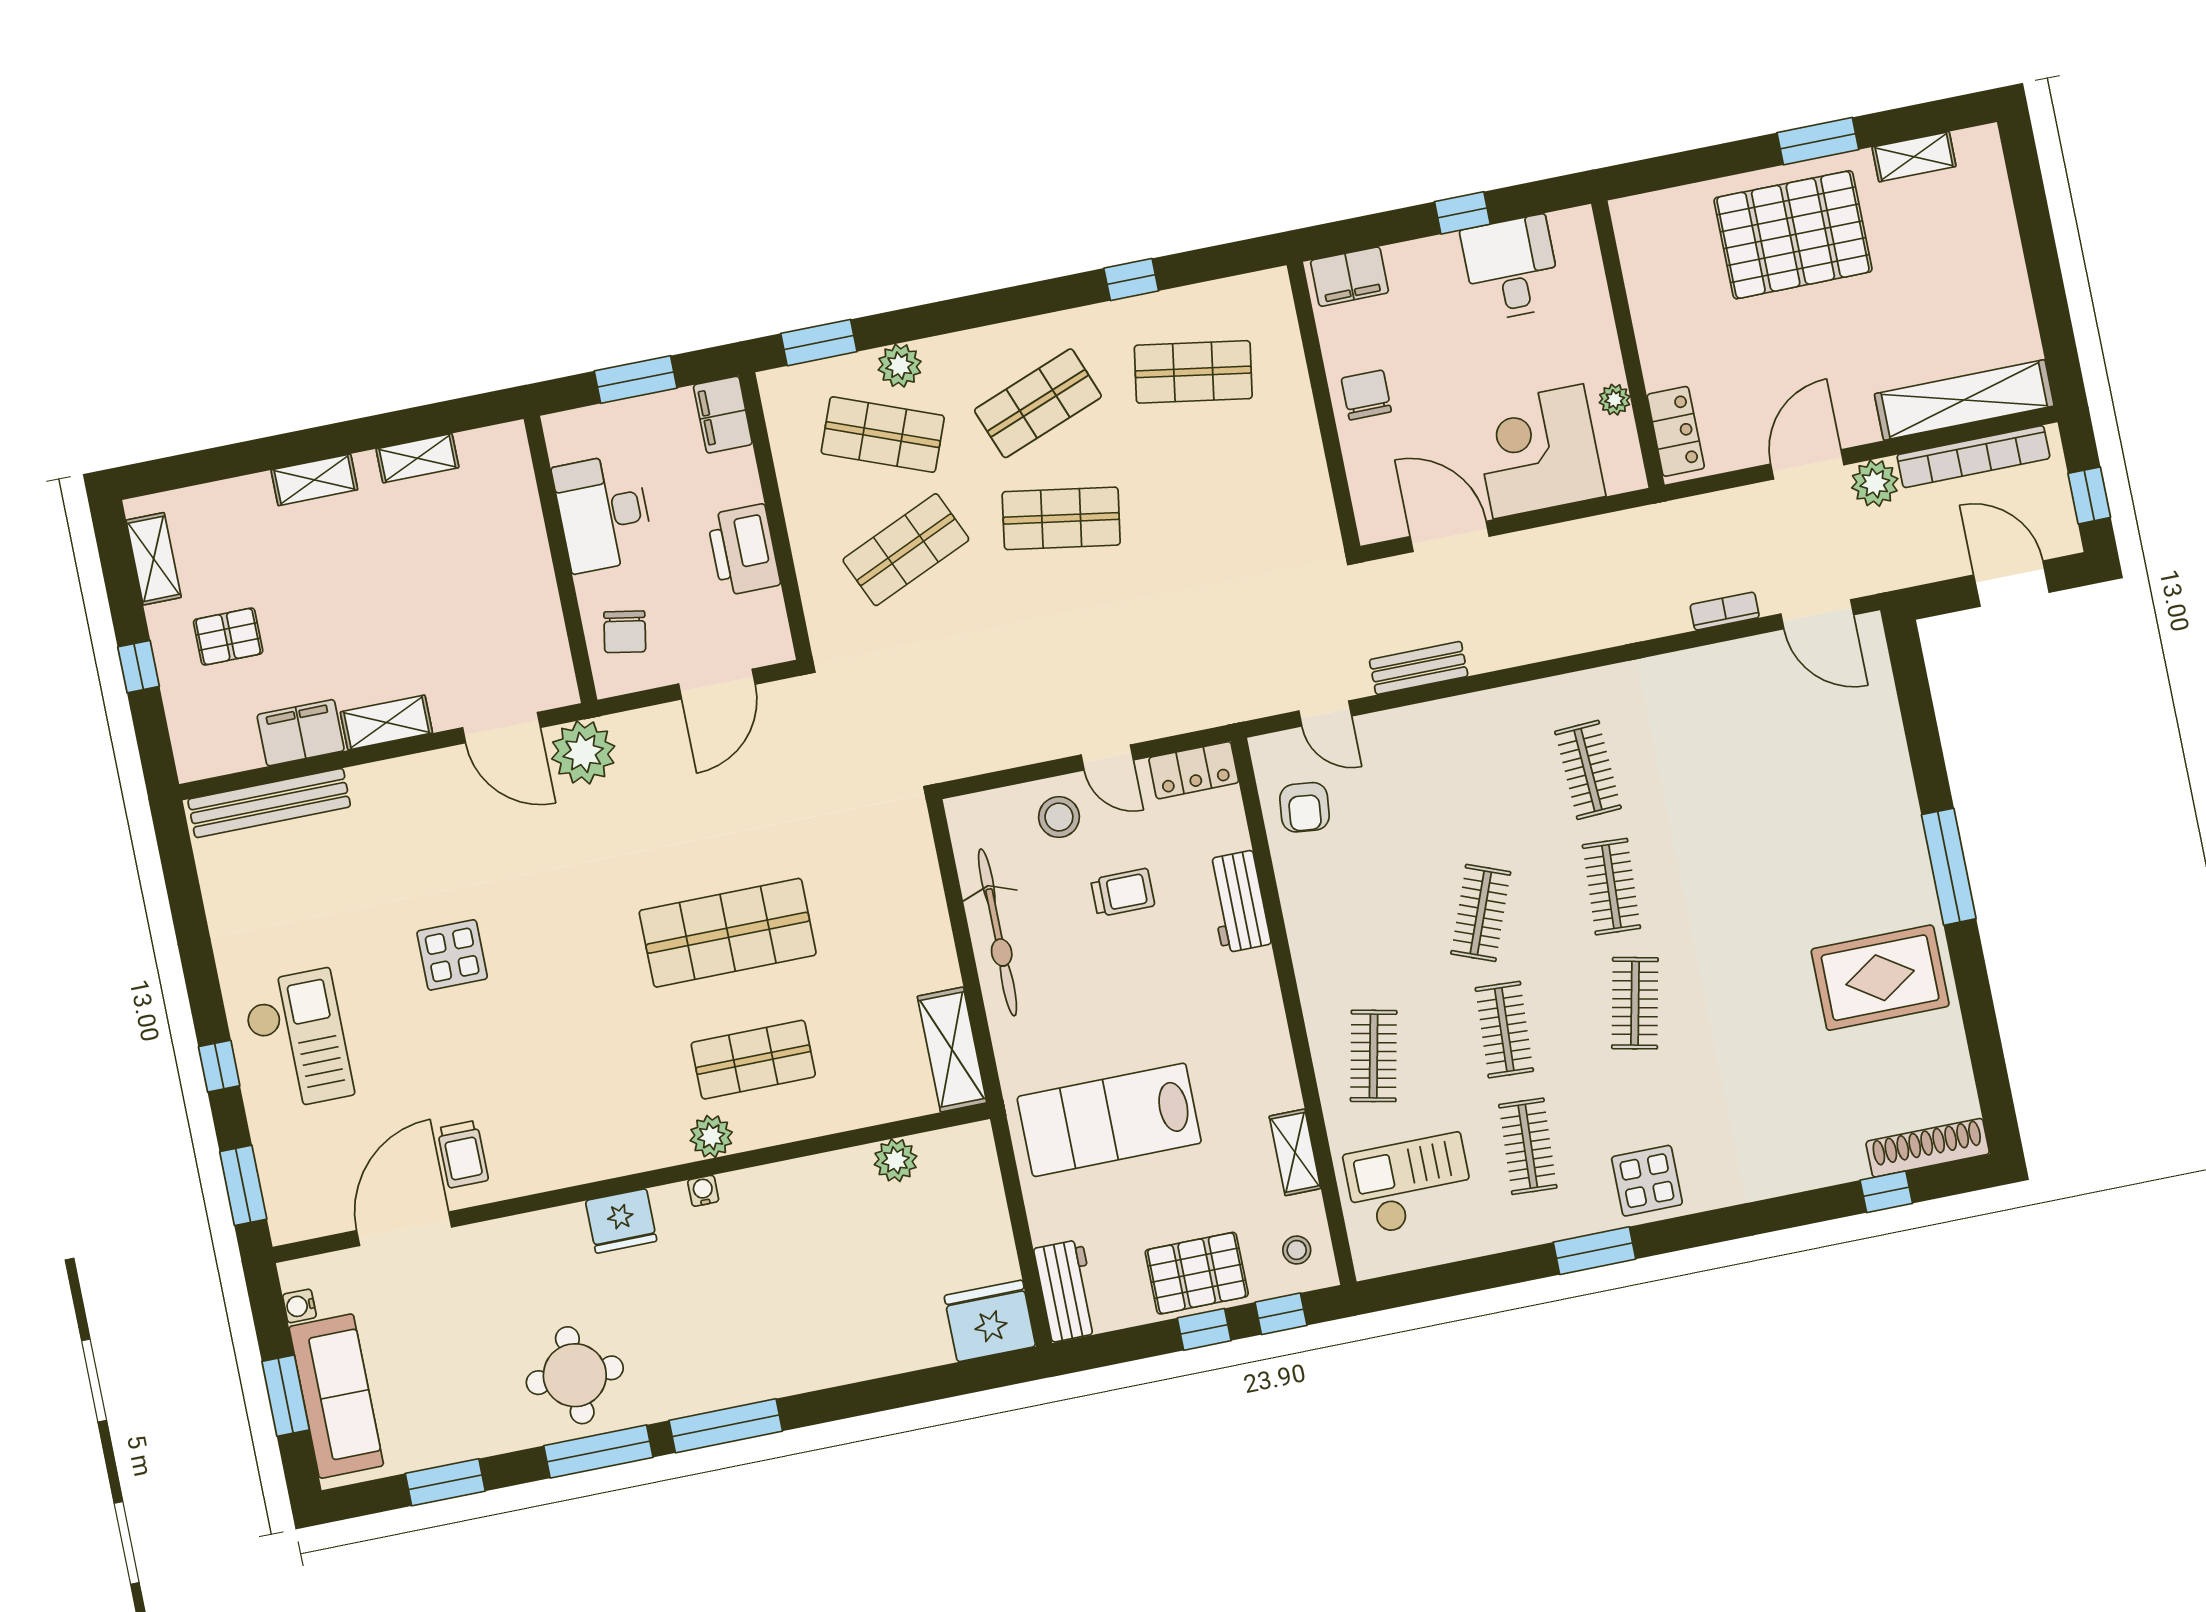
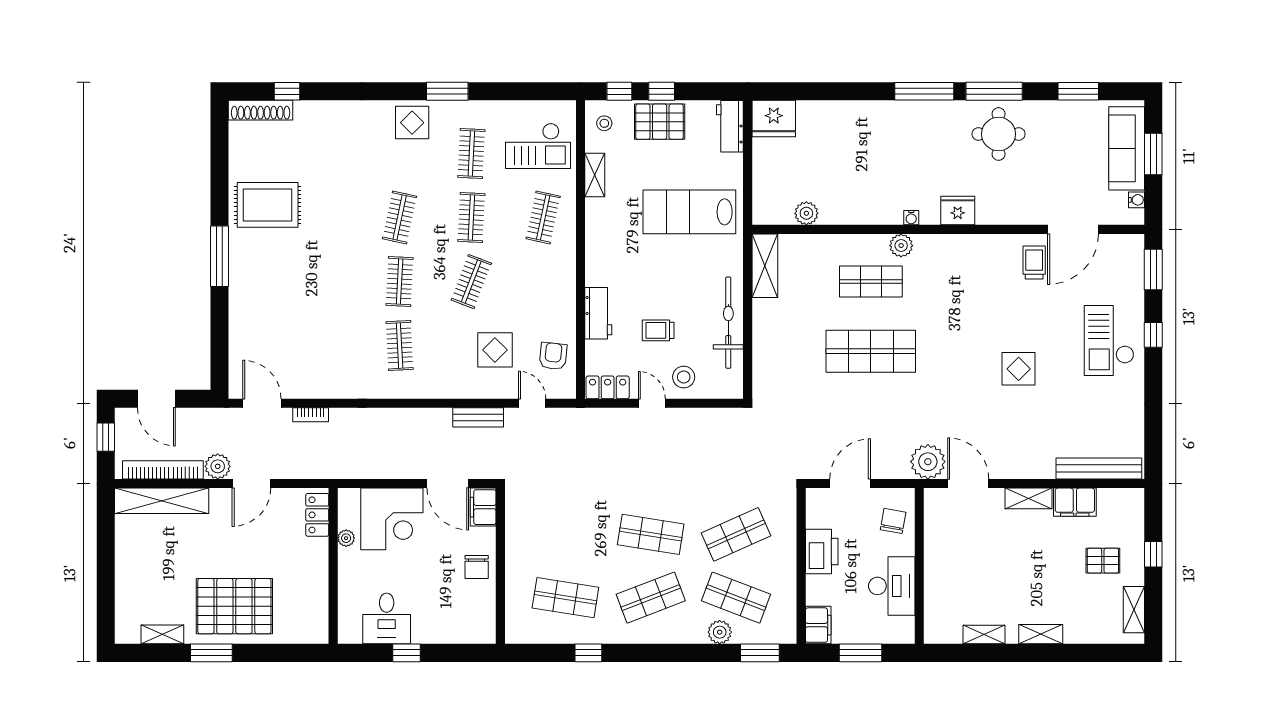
filing cabinet: (1350, 277) -> (483, 507), moved, turned -90
display table: (1413, 797) -> (495, 350), added
lab bench: (1109, 1120) -> (689, 212), turned 180

